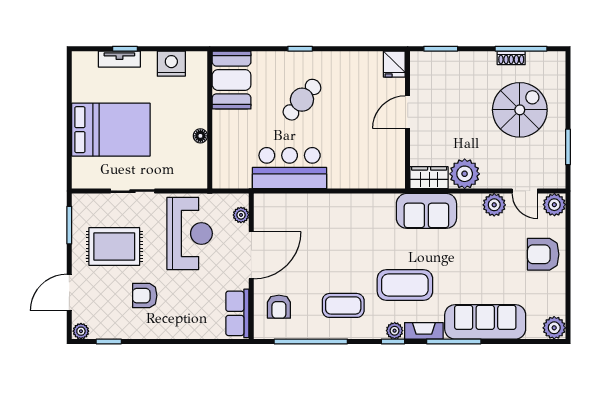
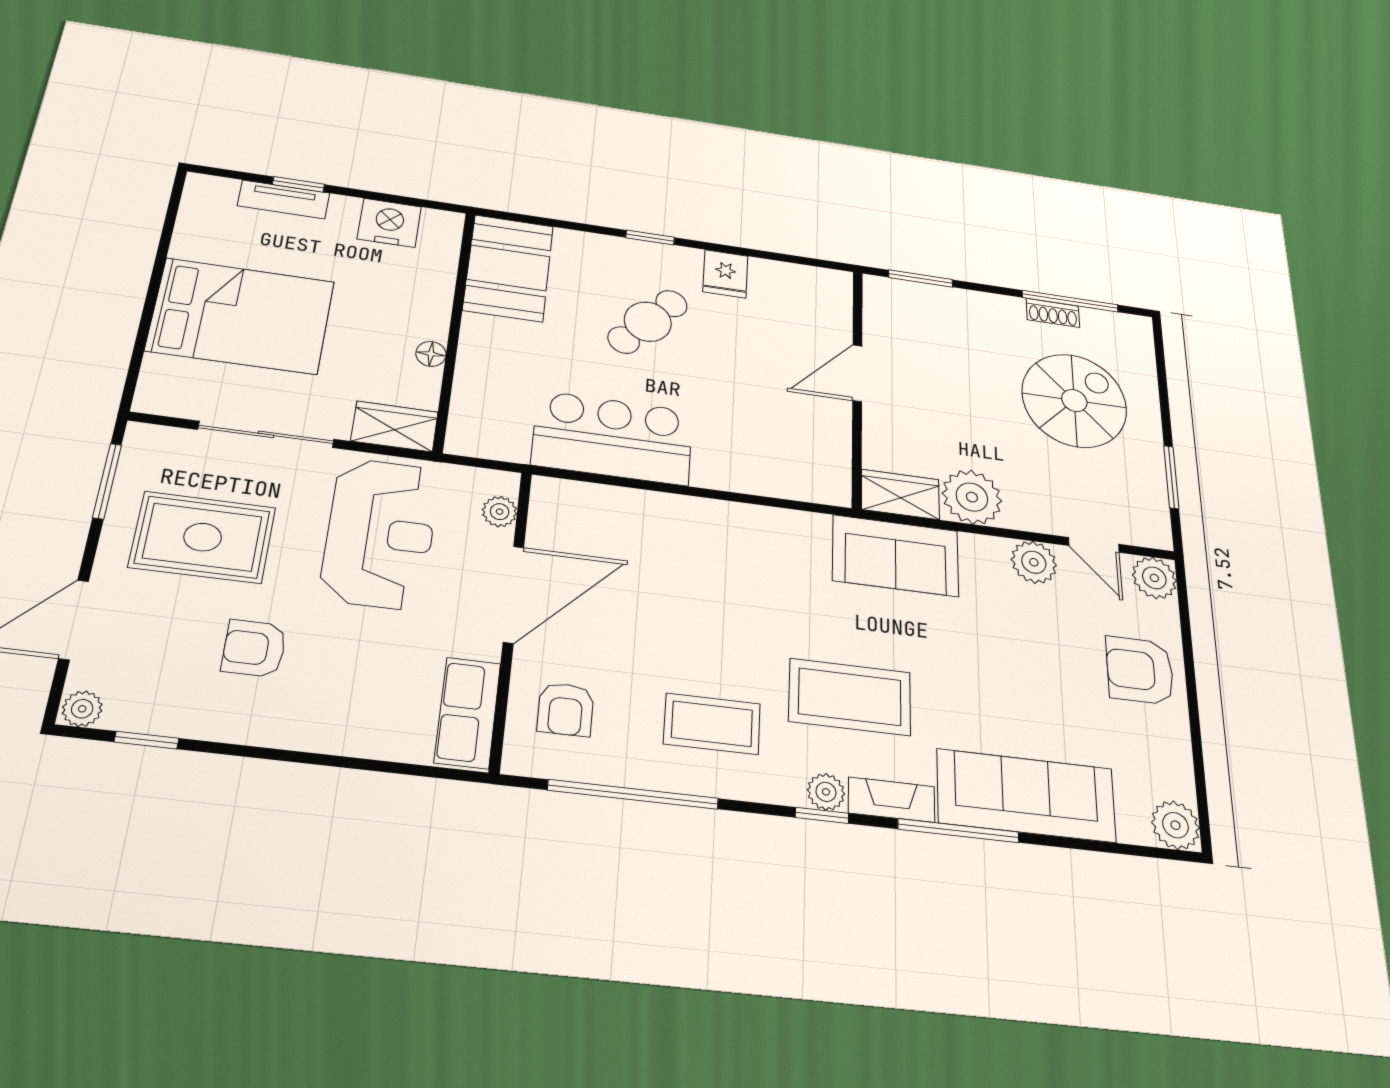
fridge: (394, 64) -> (725, 274), moved
wardrobe: (189, 178) -> (395, 426), added
sliding door: (133, 191) -> (266, 434), width x1.37

